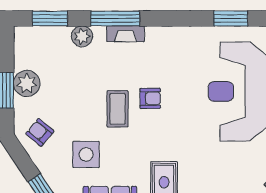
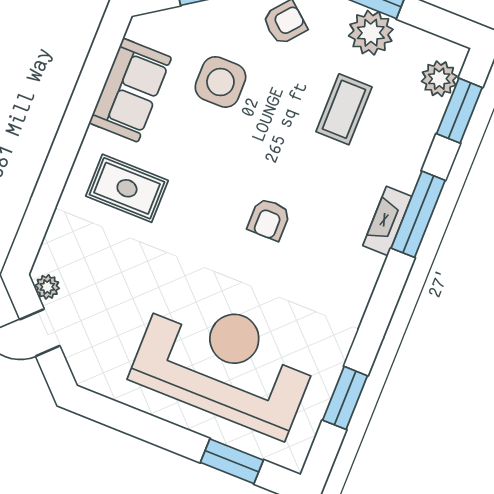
plant: (82, 36) -> (439, 79), moved
coffee table: (118, 109) -> (344, 109), moved, turned 90

